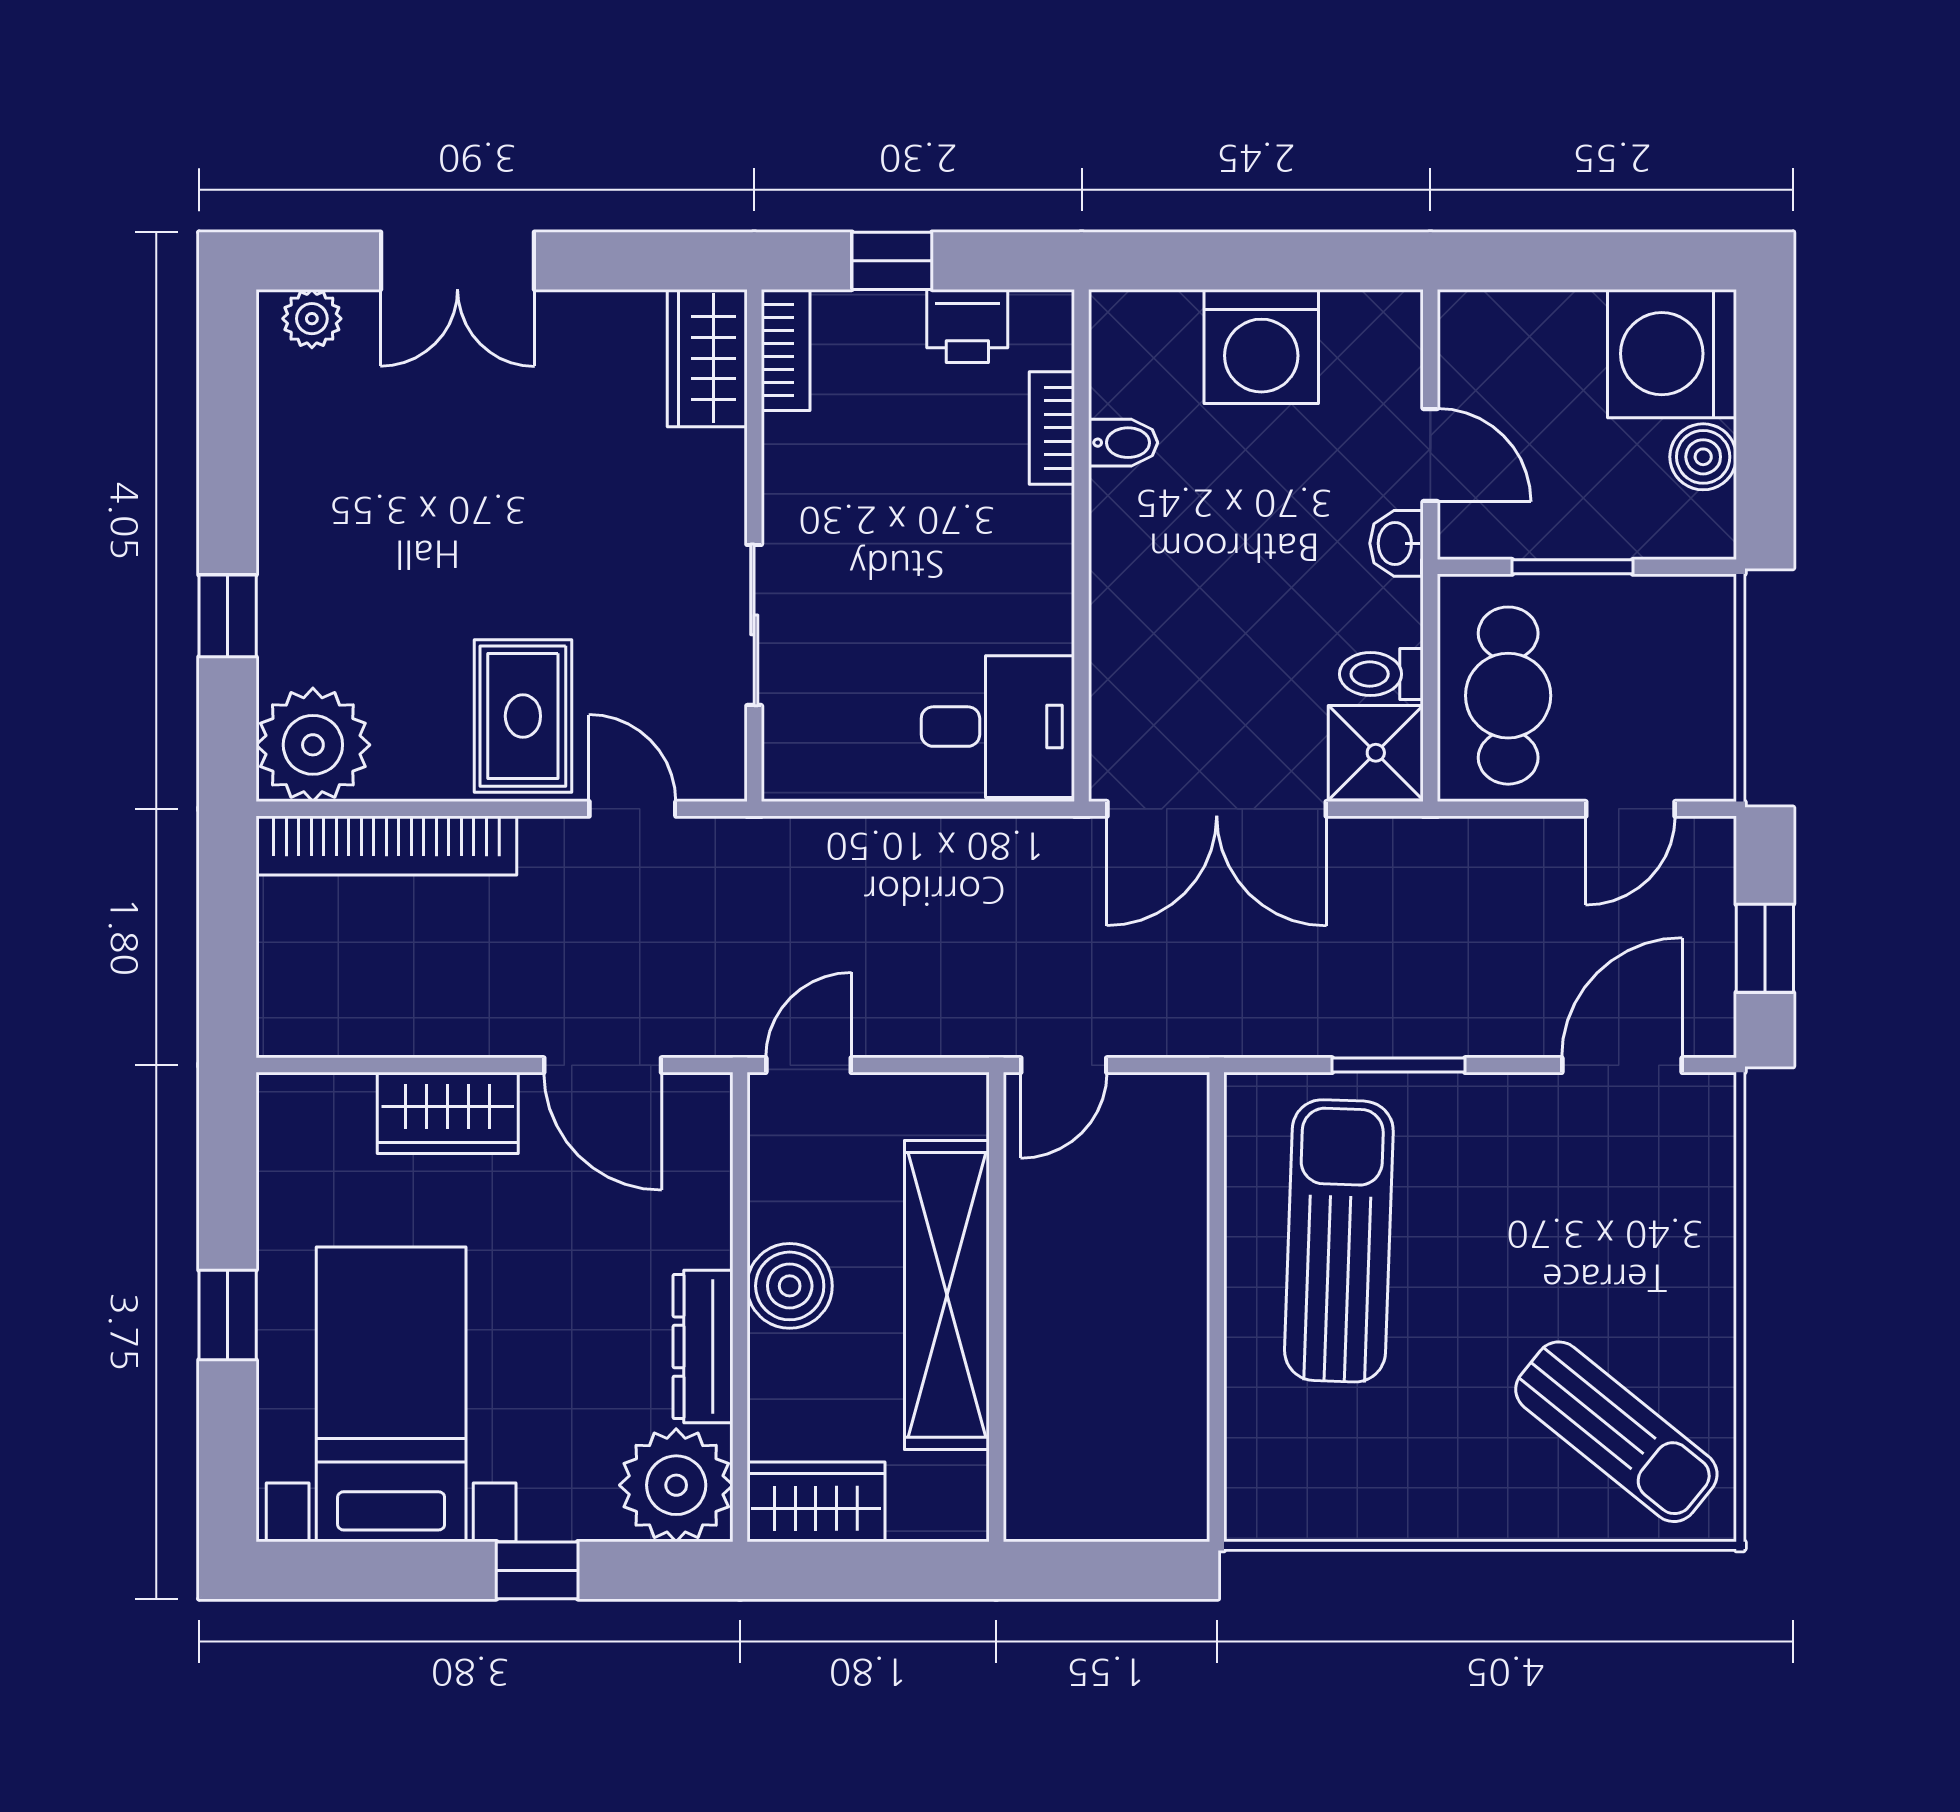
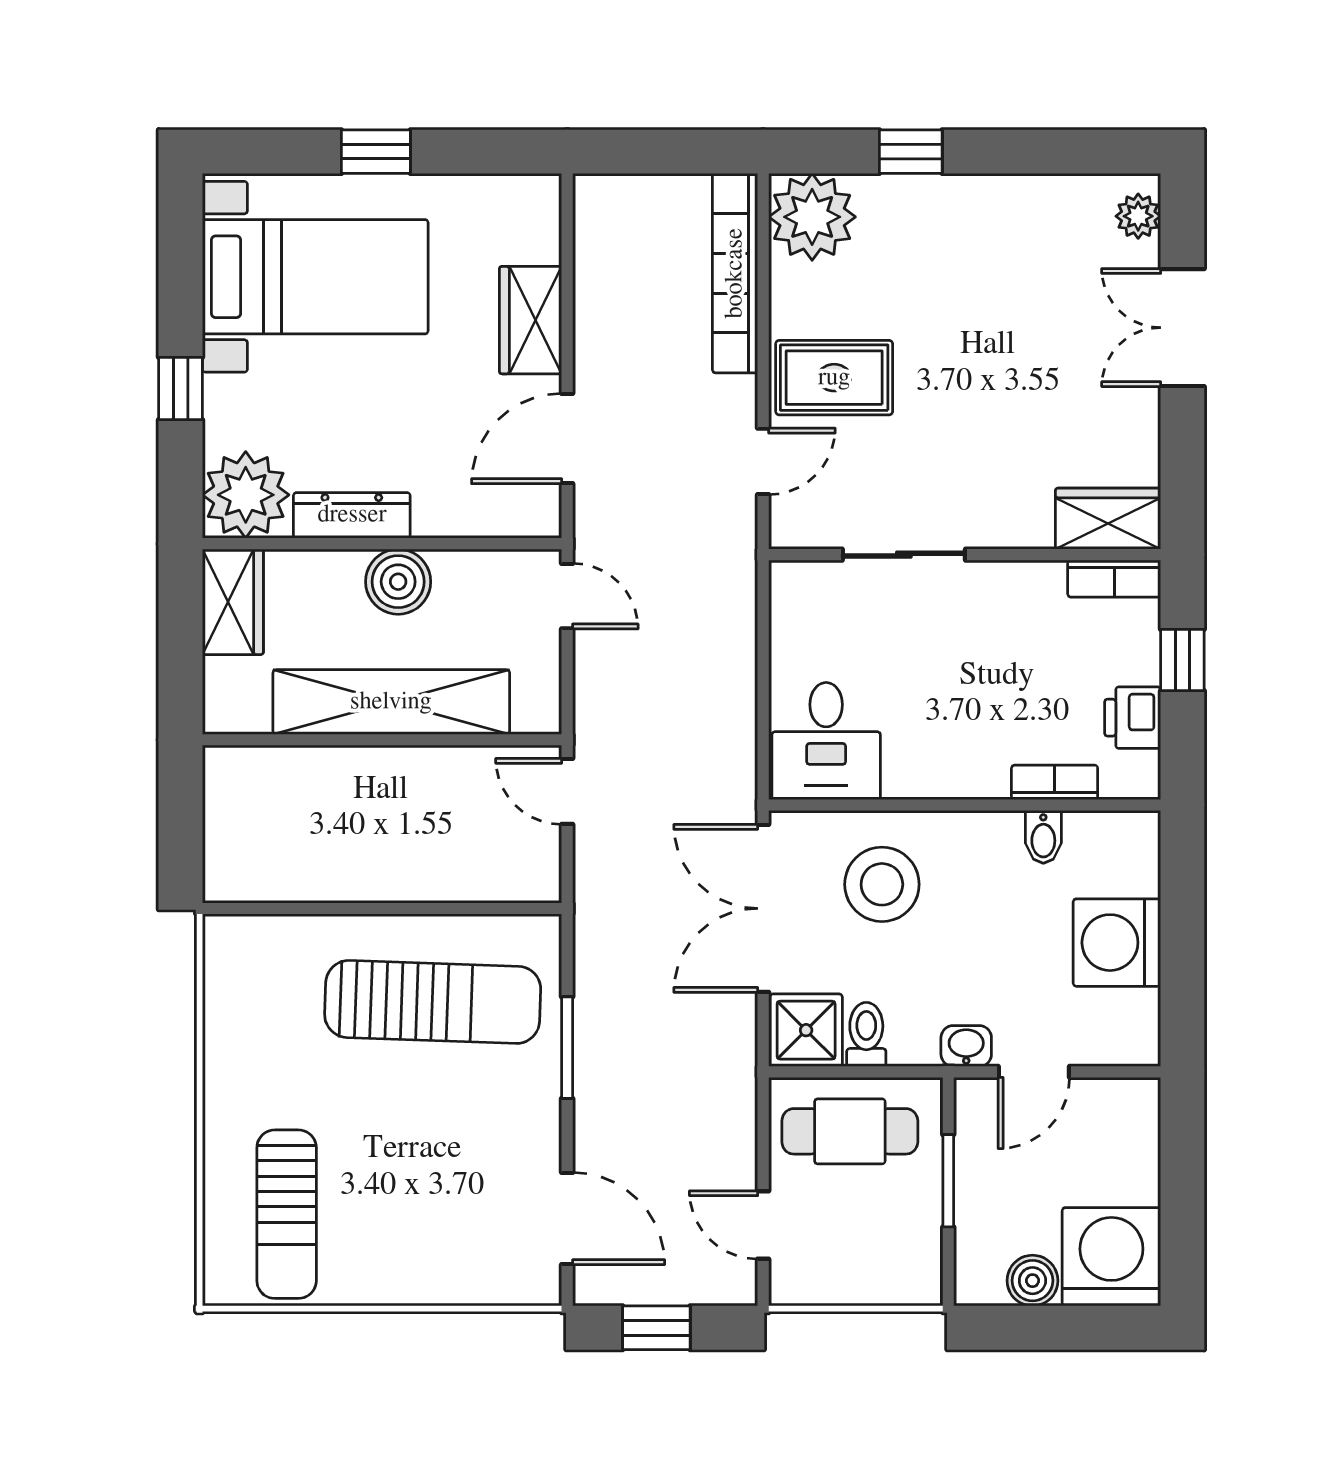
stool: (1185, 654) -> (882, 884), added
sun lounger: (1616, 1432) -> (287, 1214), turned -39

